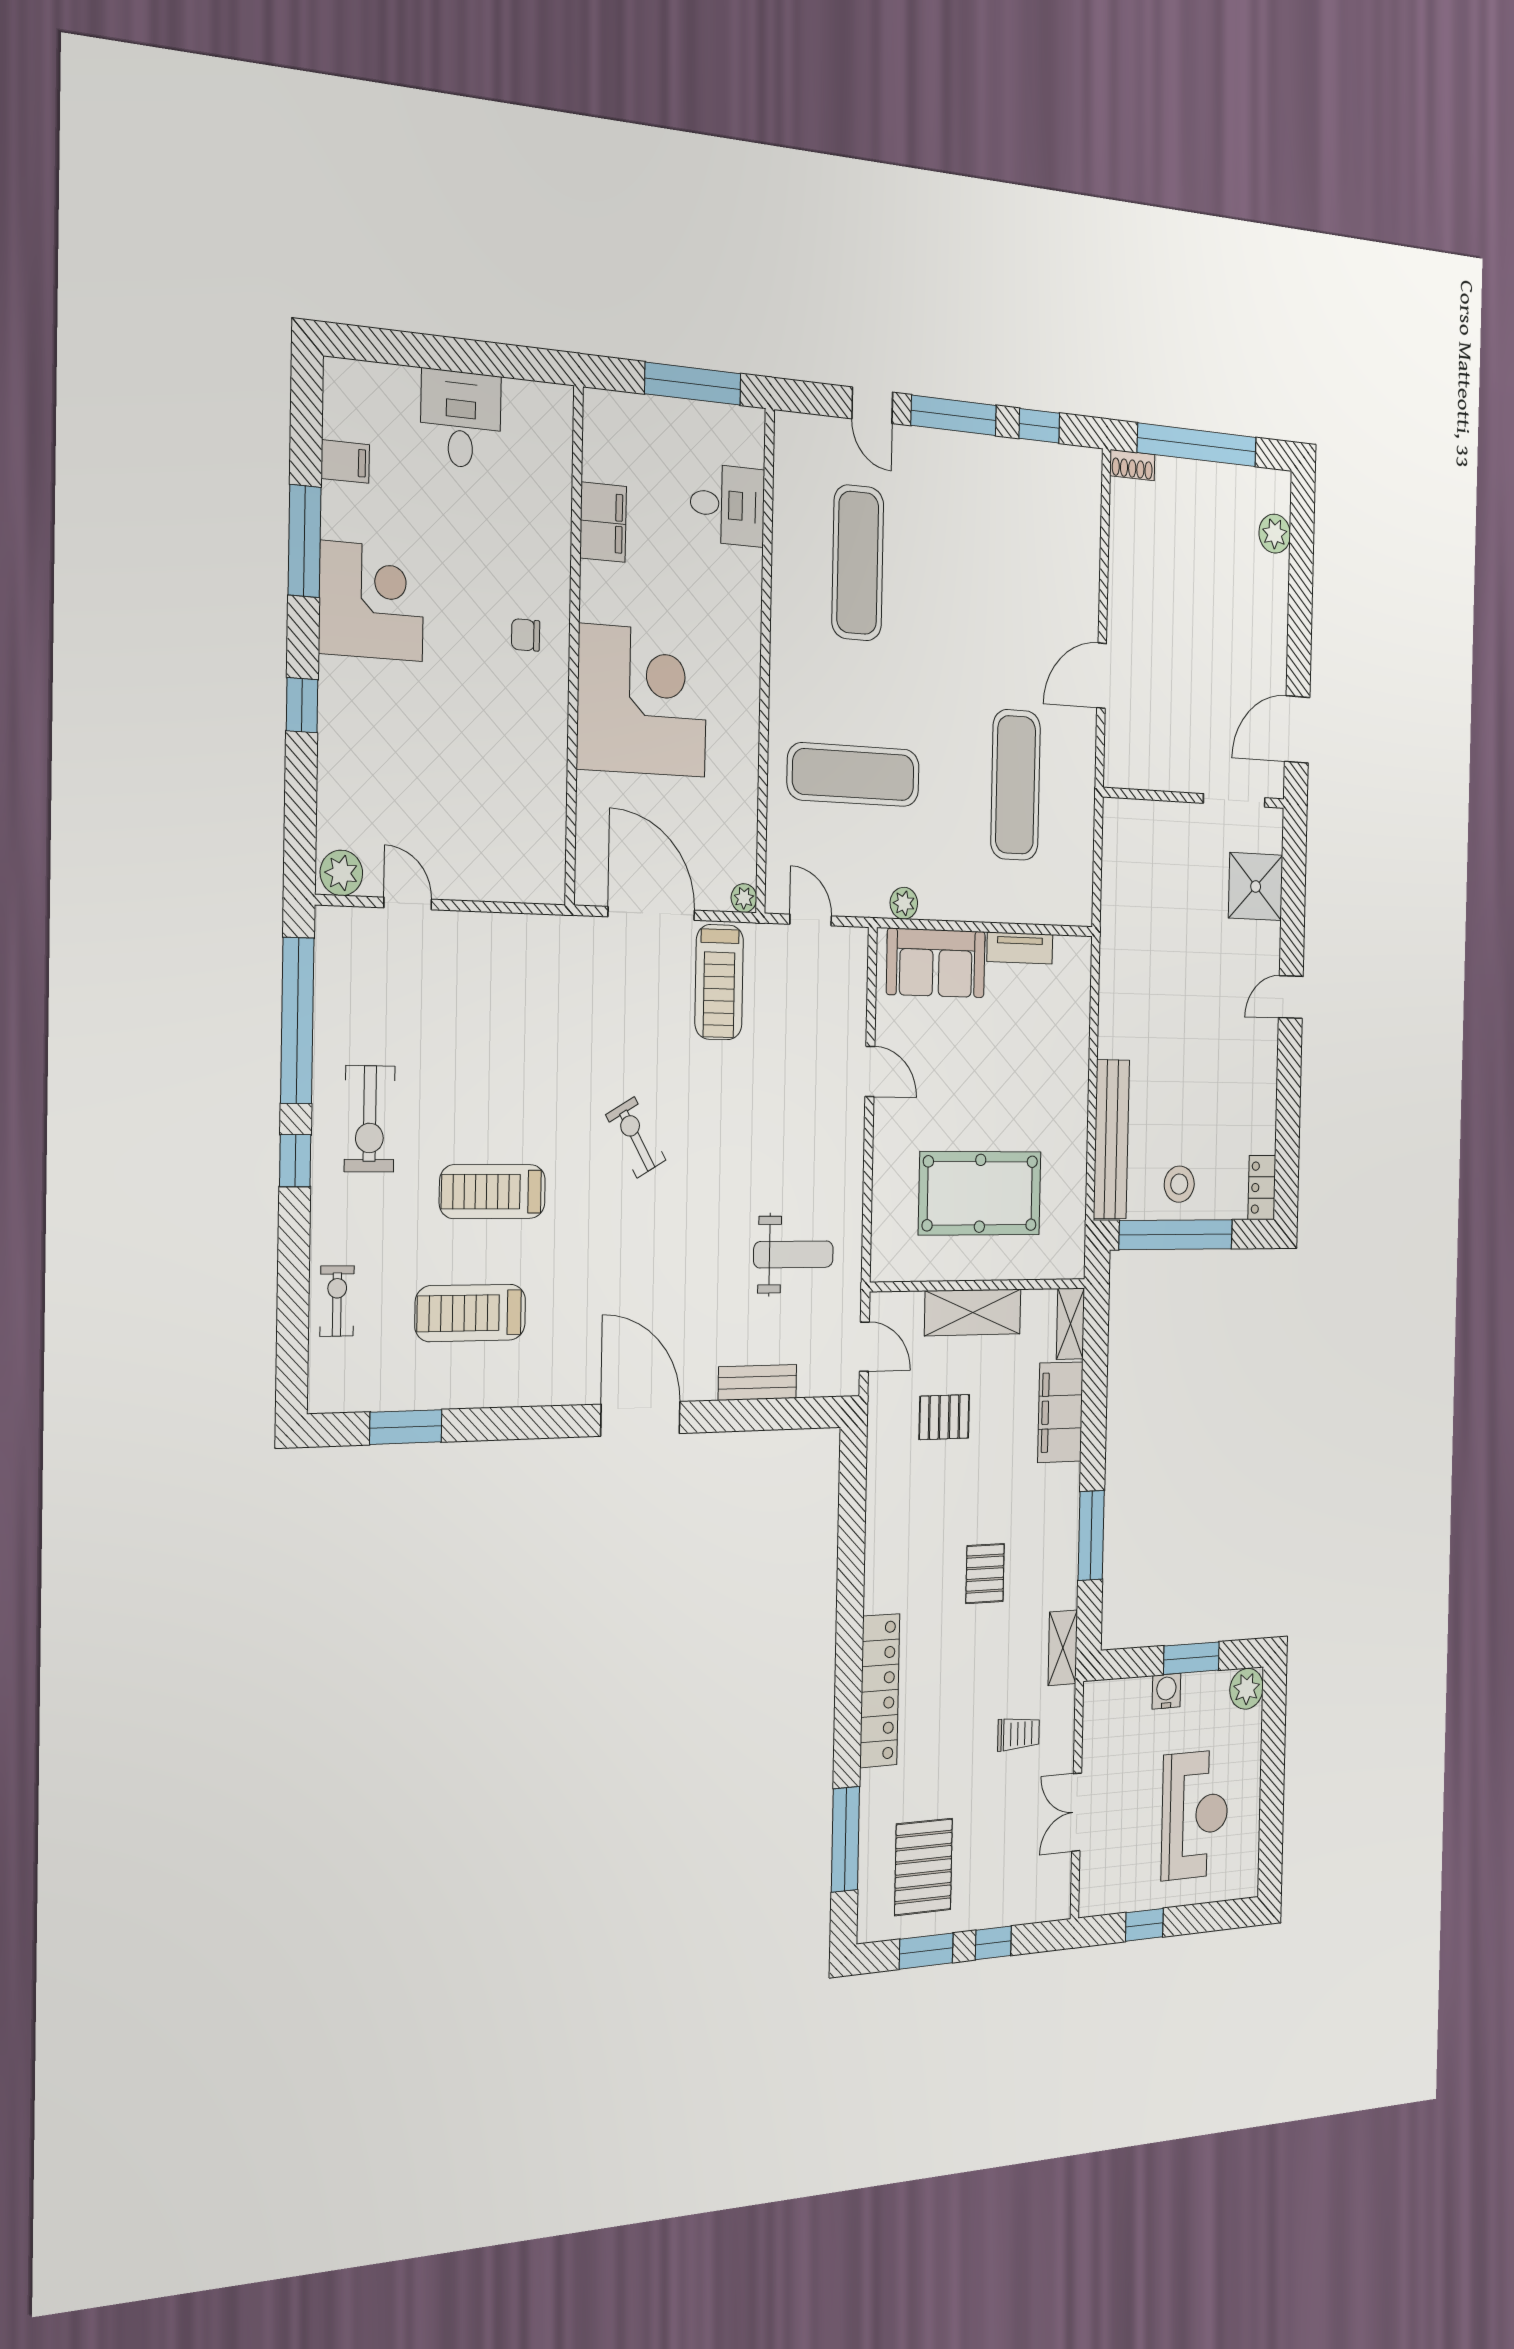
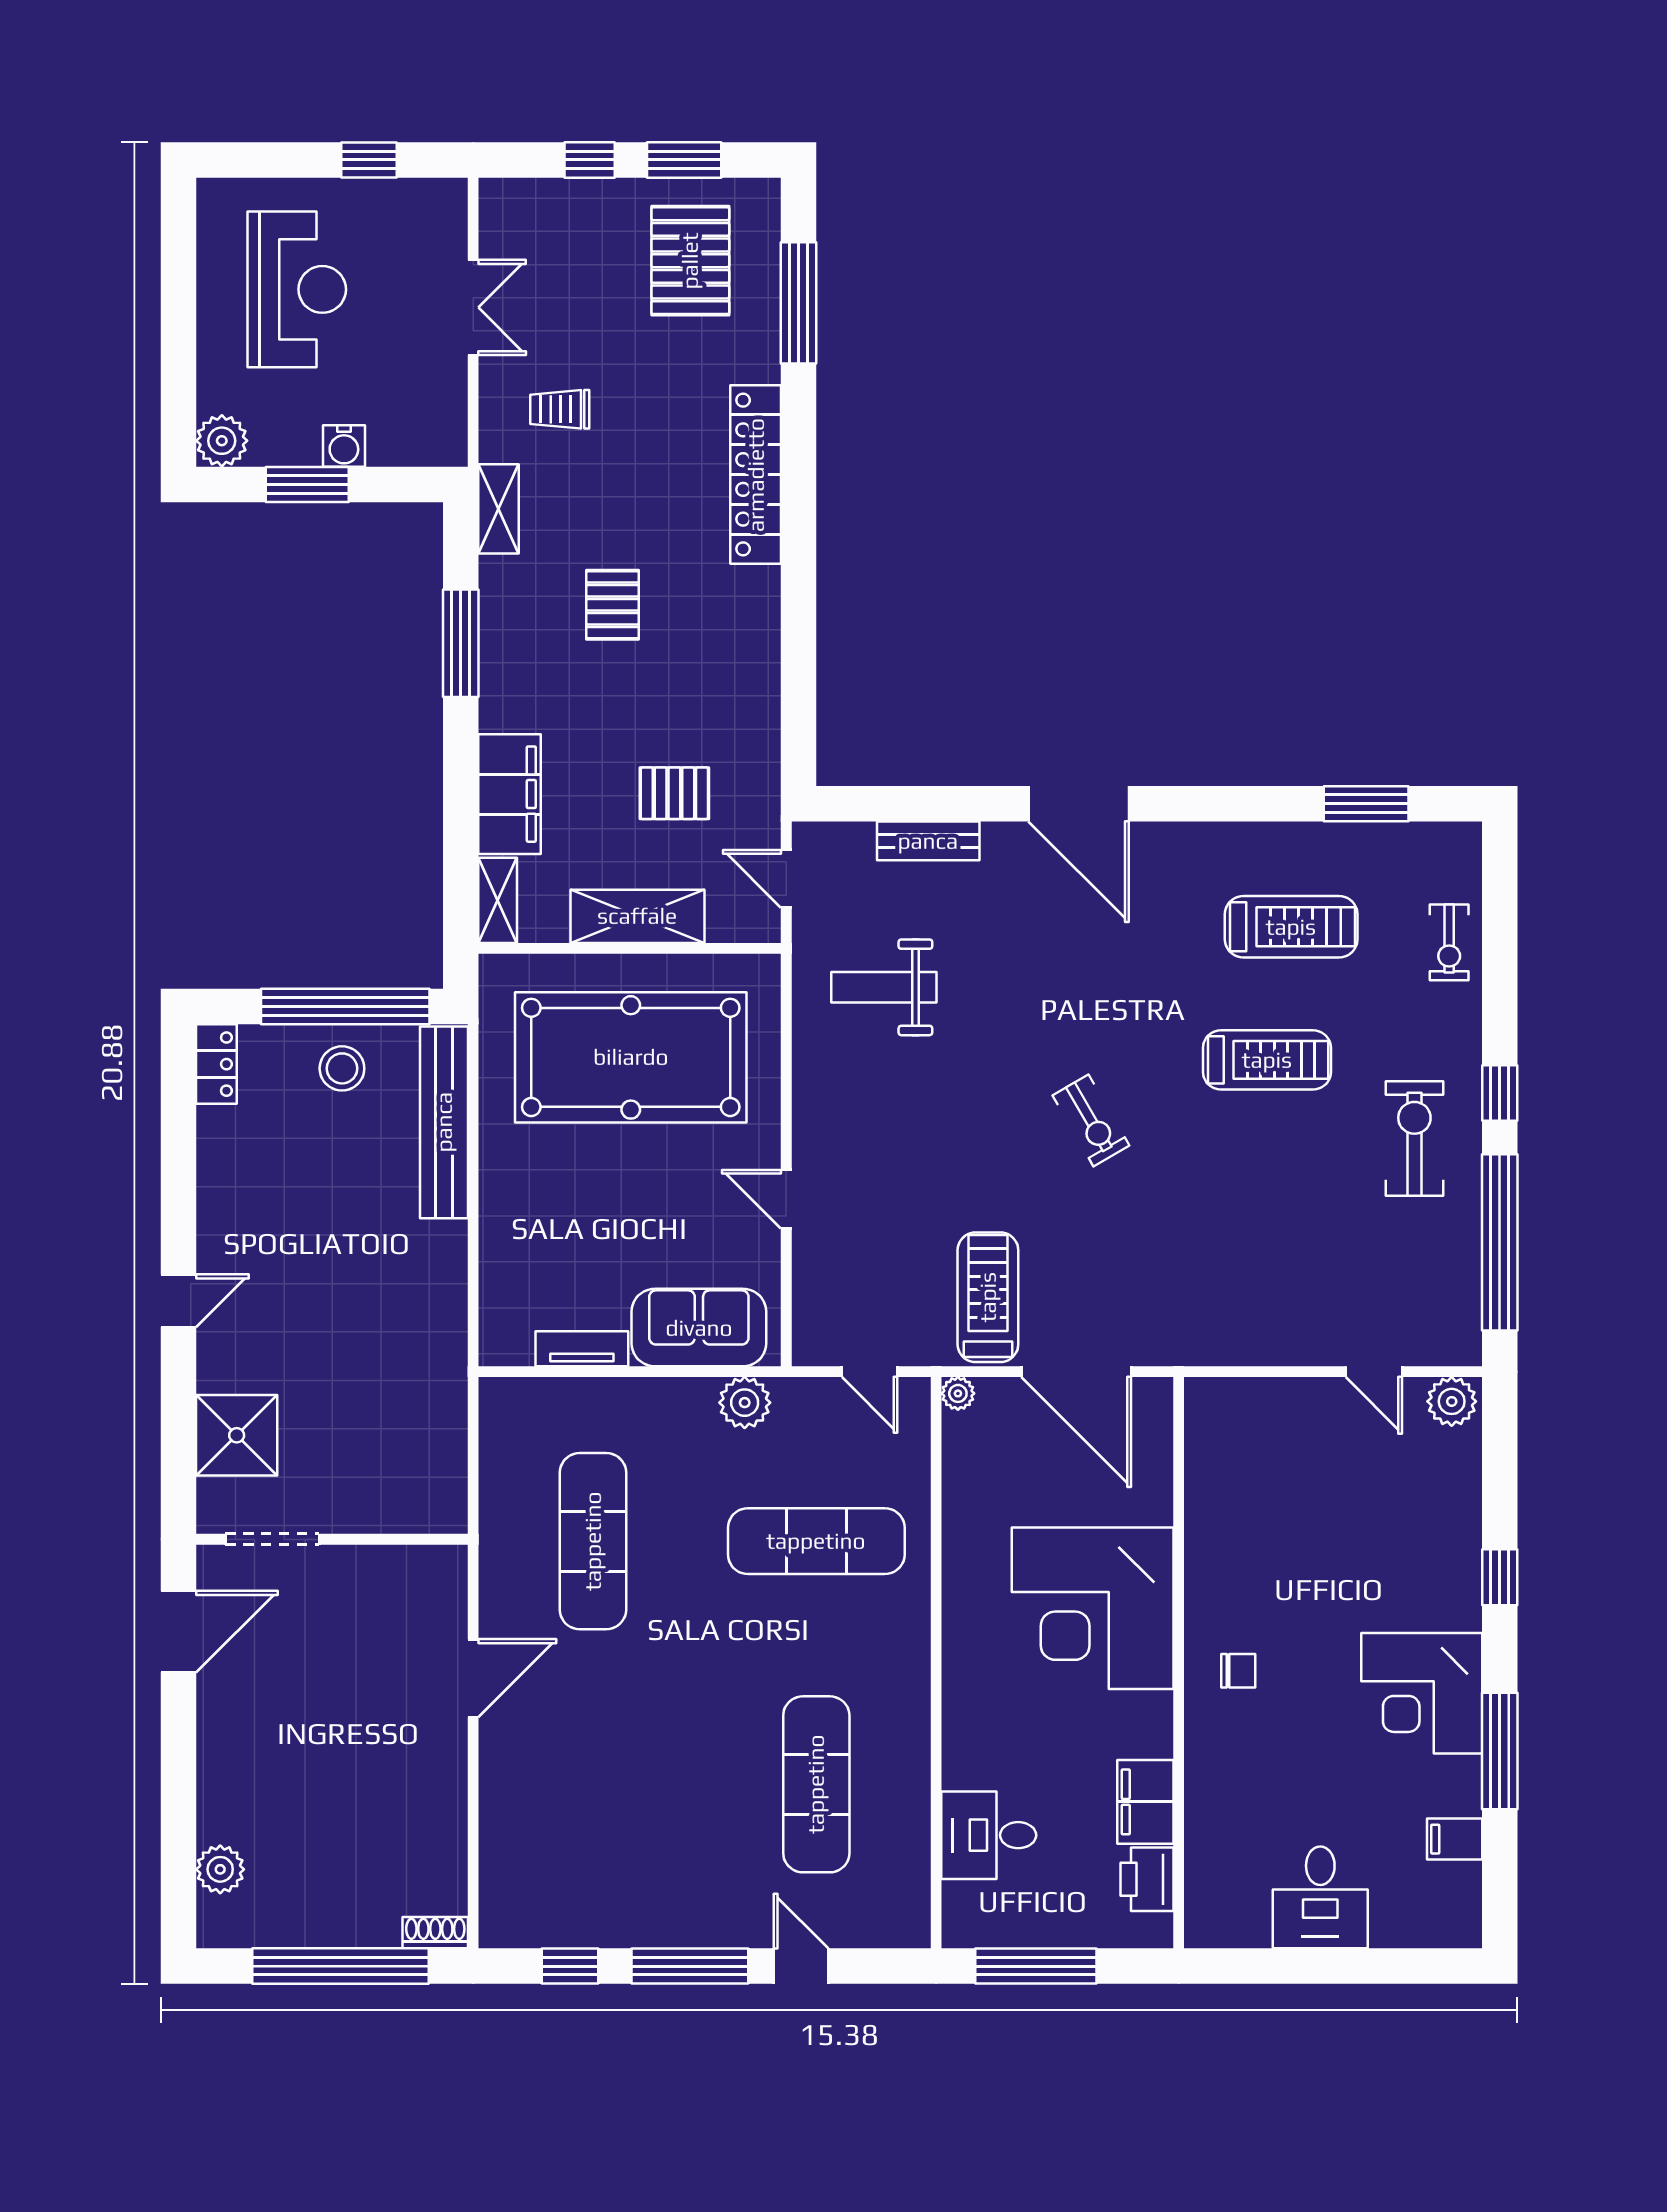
printer: (603, 452) -> (1147, 1879), added
plant: (904, 903) -> (745, 1403), width x1.38, depth x1.38
pool table: (980, 1193) -> (631, 1057), width x1.36, depth x1.32
reception desk: (1195, 1815) -> (297, 289), turned 180

